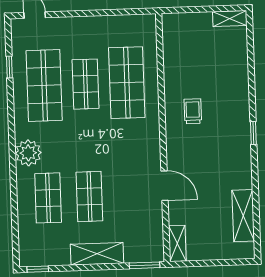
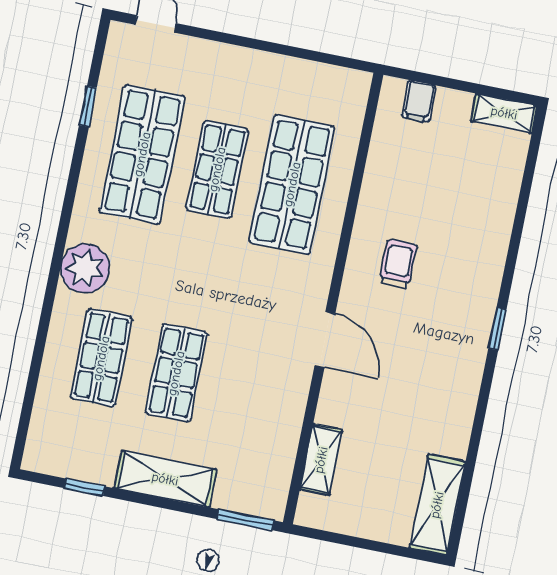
filing cabinet: (183, 23) -> (419, 101), added
door: (165, 186) -> (325, 340), moved
shelving: (243, 216) -> (437, 505), moved
shelving: (177, 243) -> (321, 460), moved
window: (38, 269) -> (84, 487), moved

